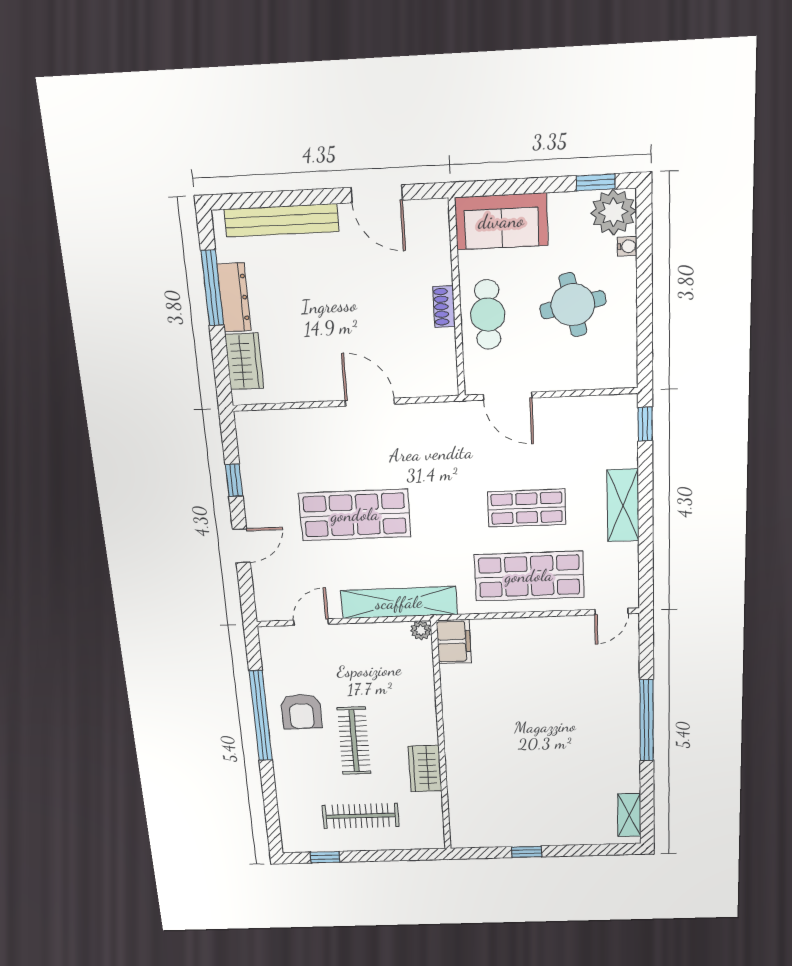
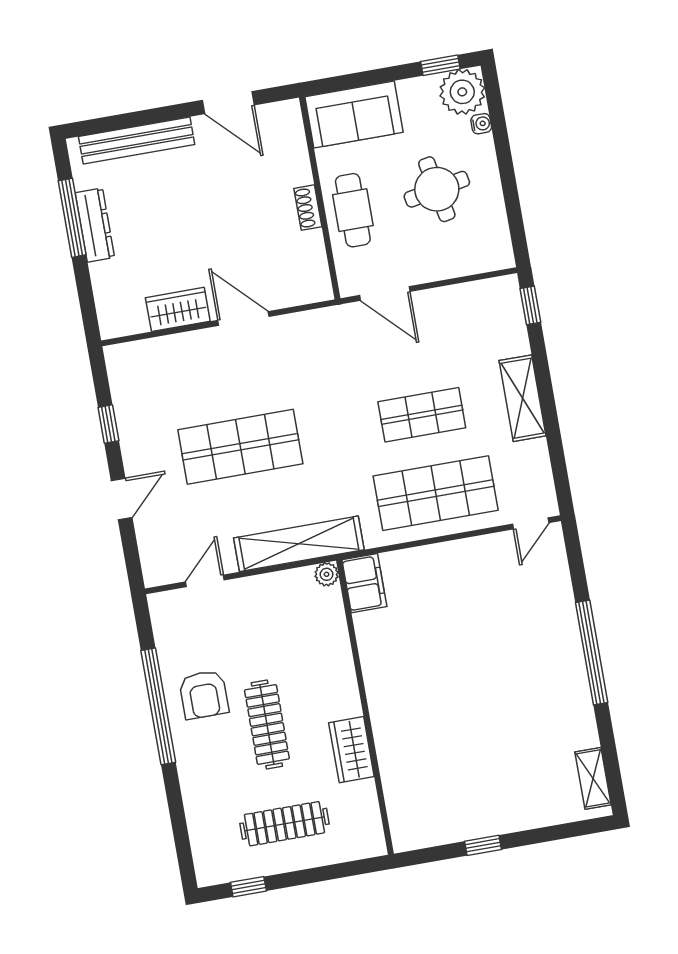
wardrobe: (244, 361) -> (178, 309), moved, turned -90

